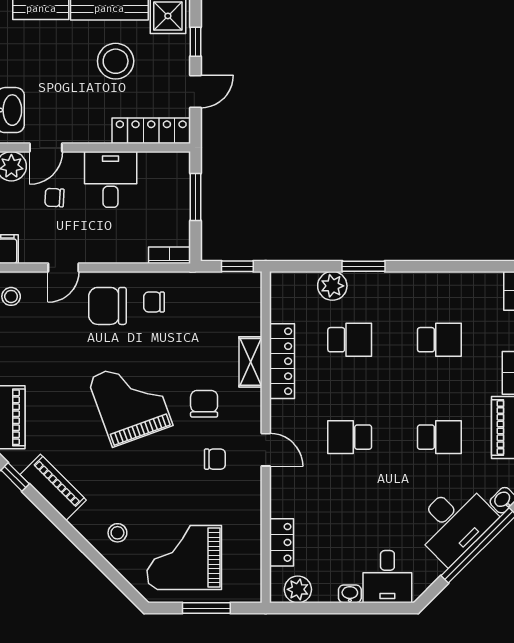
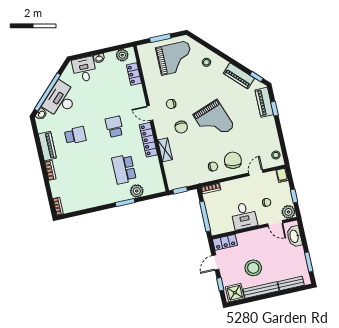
locker: (151, 131) -> (225, 242), width x0.66
door: (46, 148) -> (275, 223), swing flipped
window: (196, 197) -> (205, 216), width x1.44
chair: (107, 306) -> (233, 160), turned -79
school desk: (350, 340) -> (124, 169), width x1.85
school desk: (439, 340) -> (85, 178), removed
locker: (282, 361) -> (148, 140), moved
school desk: (350, 437) -> (114, 127), turned -90
school desk: (439, 437) -> (75, 135), turned 180

